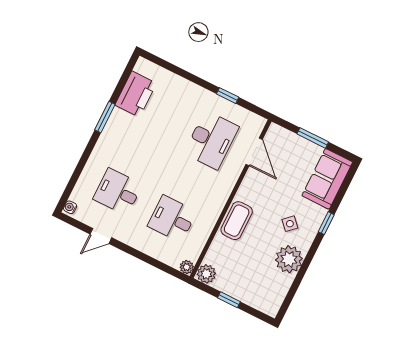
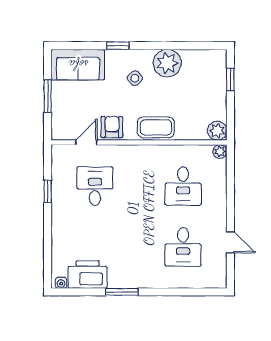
desk: (211, 140) -> (95, 186), width x0.73
door: (254, 152) -> (86, 142), width x0.73
armchair: (256, 182) -> (112, 127), added
water cooler: (70, 207) -> (61, 283), moved
window: (229, 300) -> (230, 79), moved

